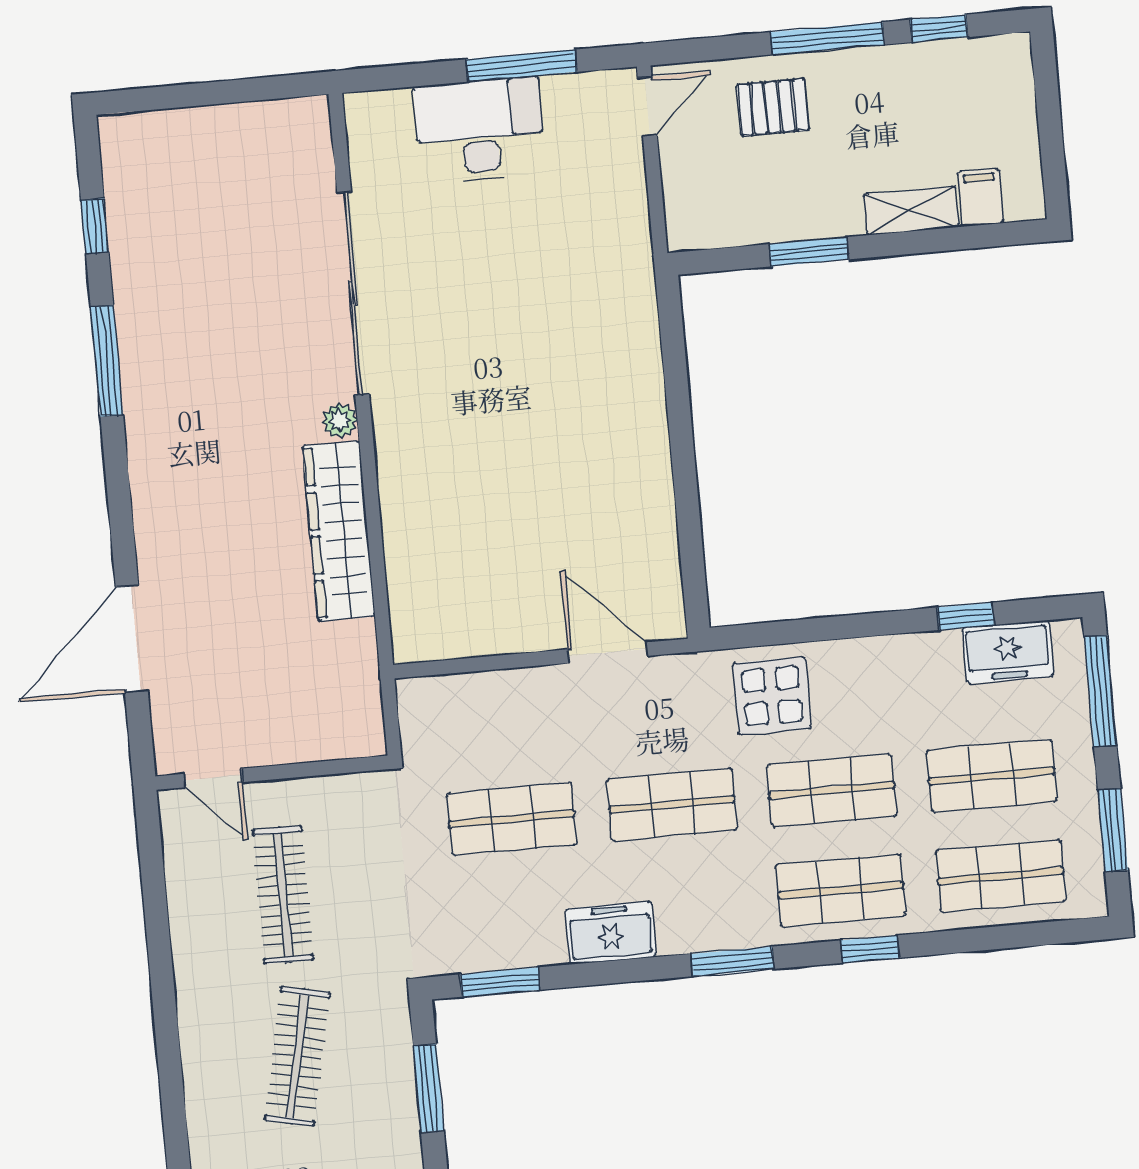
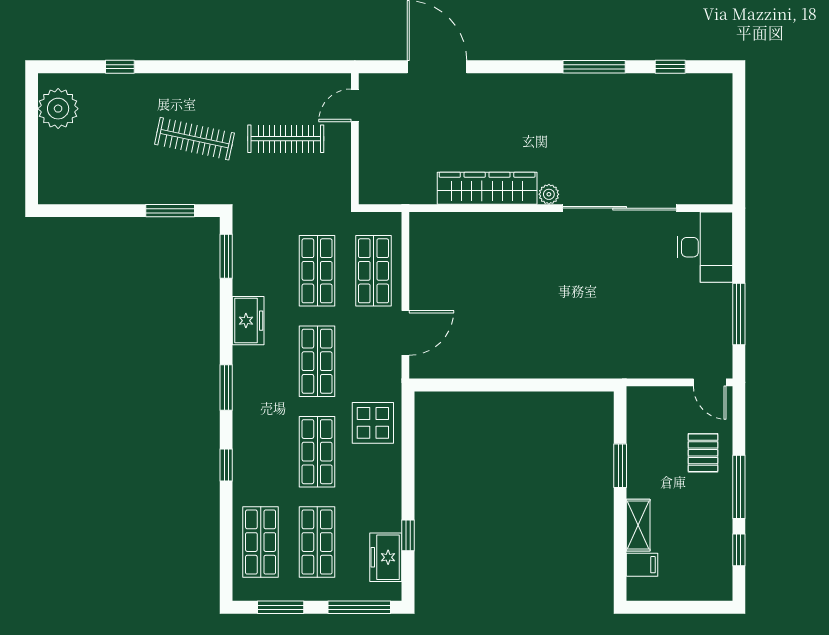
desk: (480, 130) -> (705, 247), moved
shop shelf: (841, 890) -> (374, 271), moved

